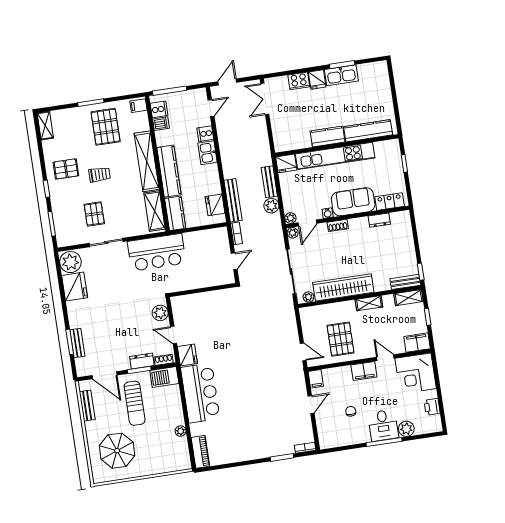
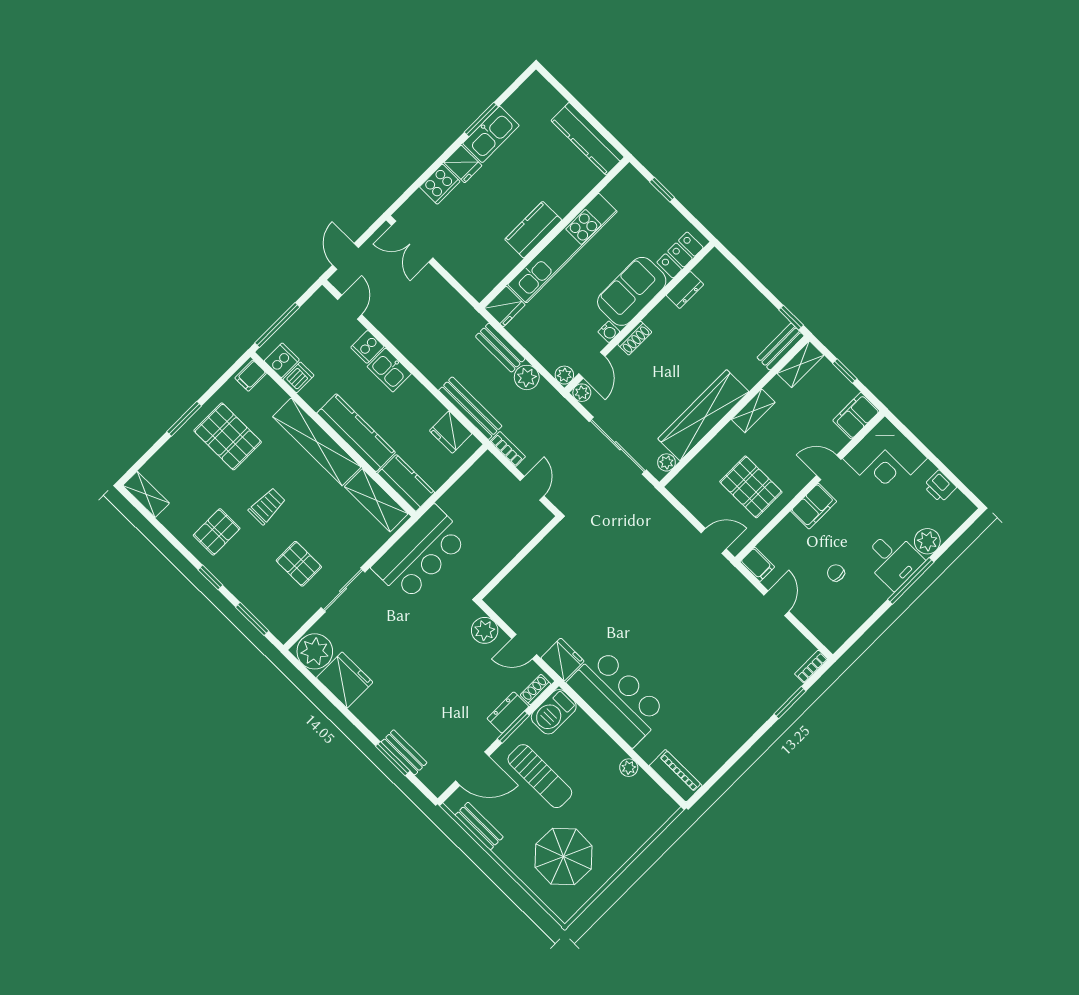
kitchen counter: (368, 131) -> (588, 139), moved, turned -90

